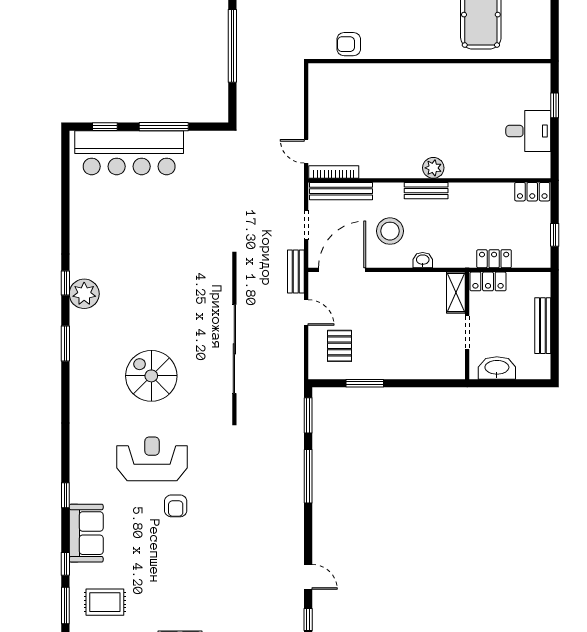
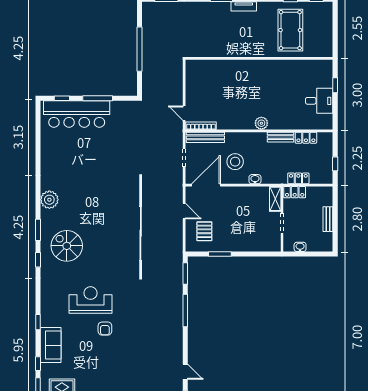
armchair: (349, 44) -> (210, 48), removed
bench: (426, 191) -> (281, 137), moved
locker: (532, 192) -> (306, 138), moved
bench: (296, 272) -> (178, 186), removed
window: (65, 283) -> (38, 260), moved
bench: (543, 326) -> (328, 219), width x0.73
washbasin: (497, 368) -> (300, 247), width x0.52, depth x0.69
spiral stairs: (151, 376) -> (67, 246), moved

